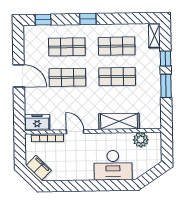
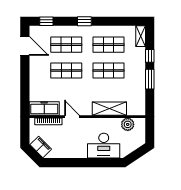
door: (19, 76) -> (25, 46), moved
freezer: (37, 123) -> (44, 108), width x1.40

